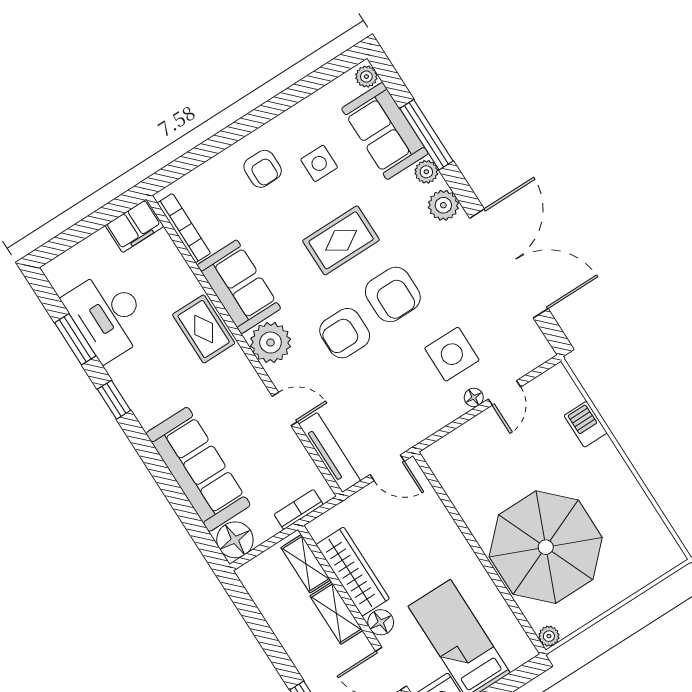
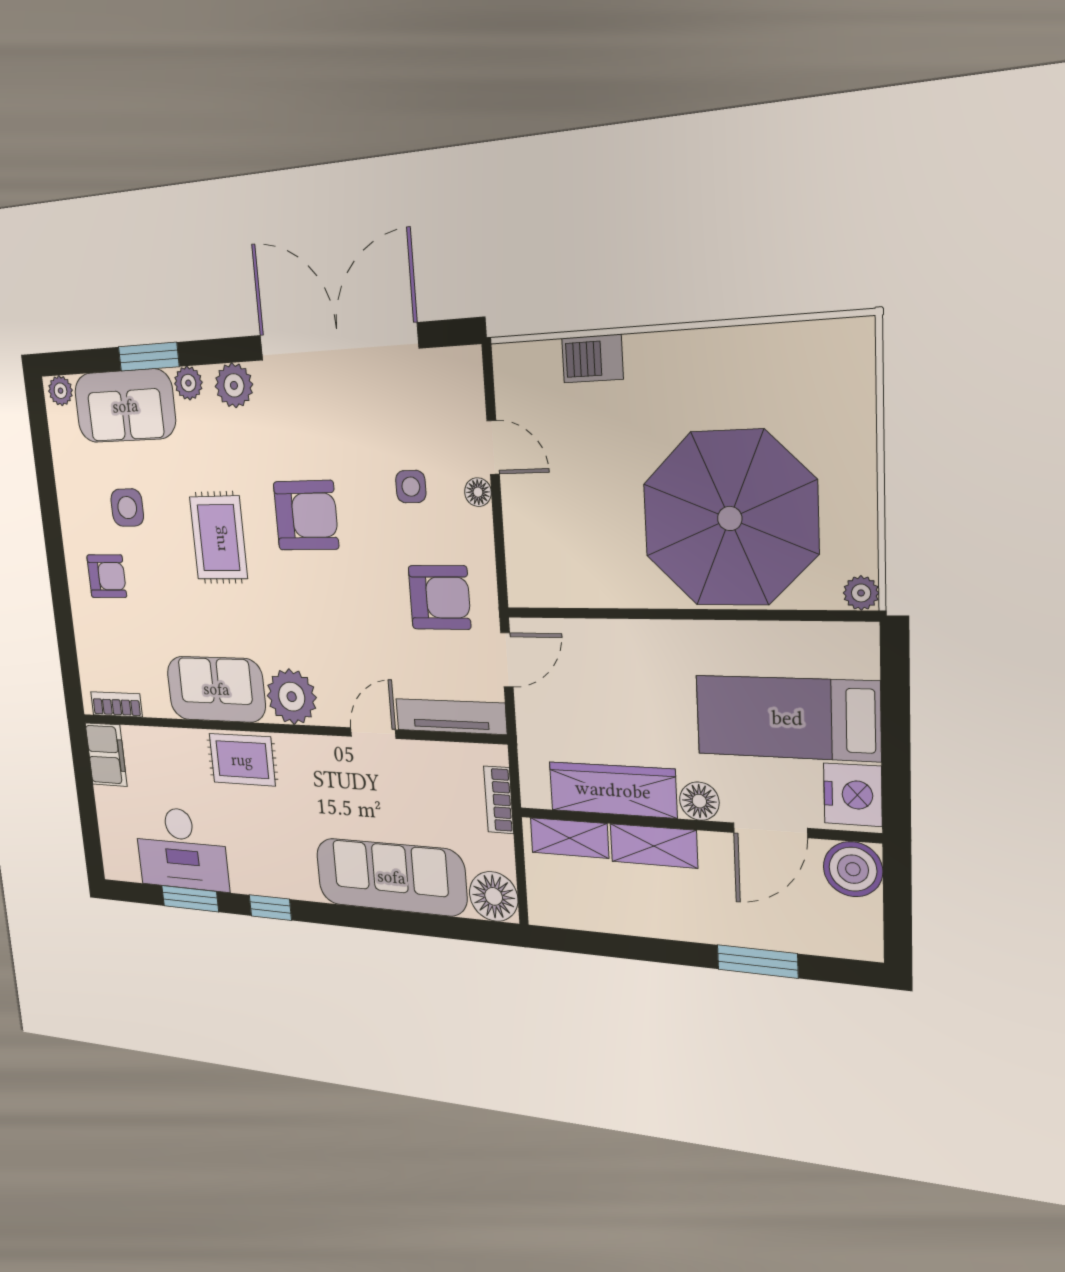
window: (426, 135) -> (149, 357), width x0.69
bookcase: (184, 228) -> (116, 704), width x0.64
armchair: (345, 333) -> (440, 598), moved, turned -90
side table: (452, 354) -> (411, 487), width x0.54, depth x0.54

